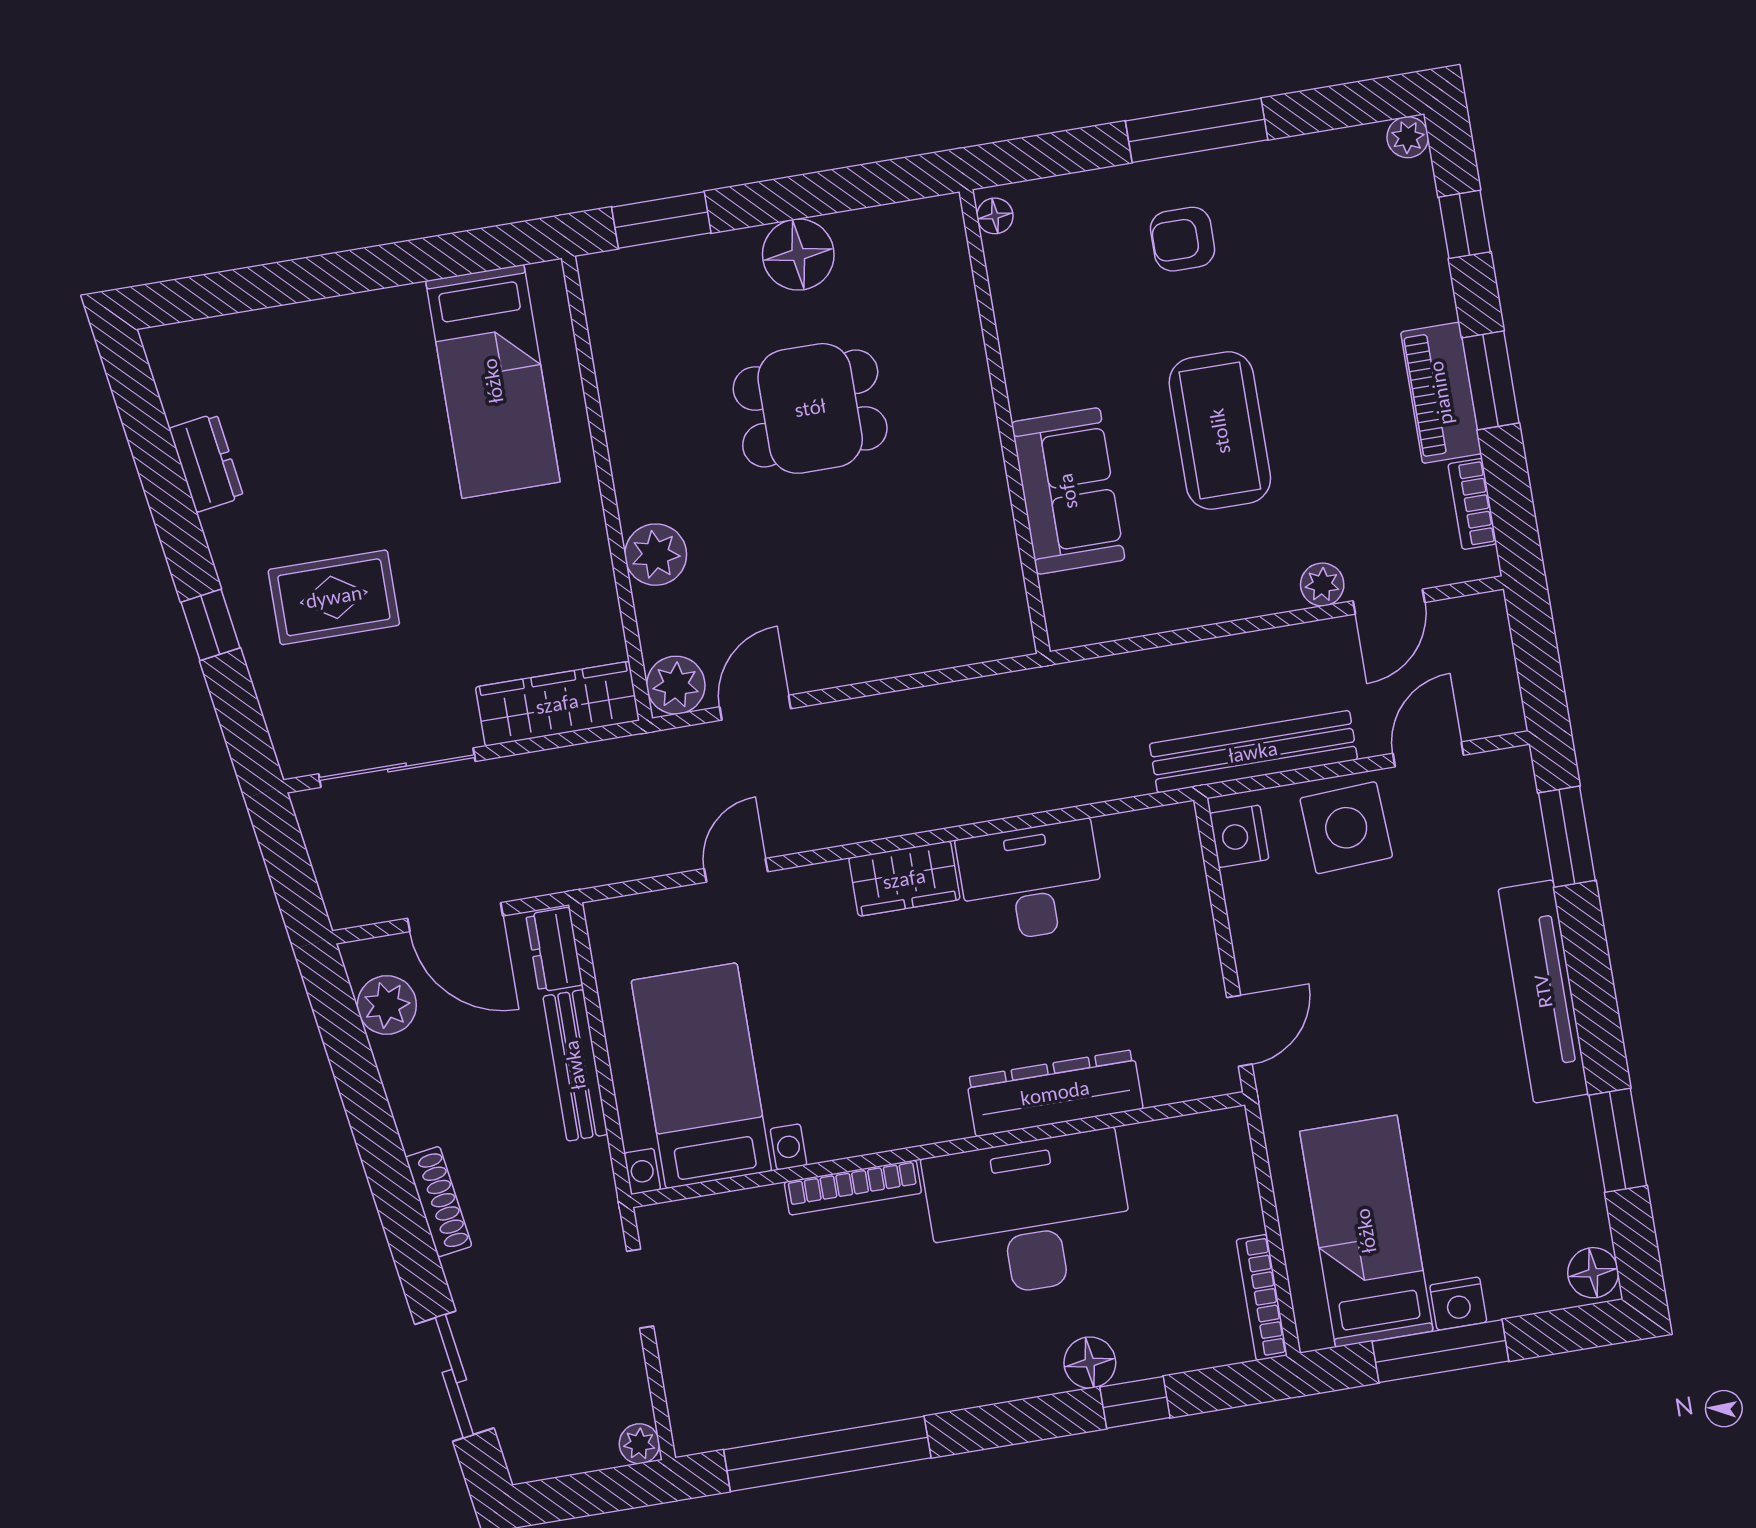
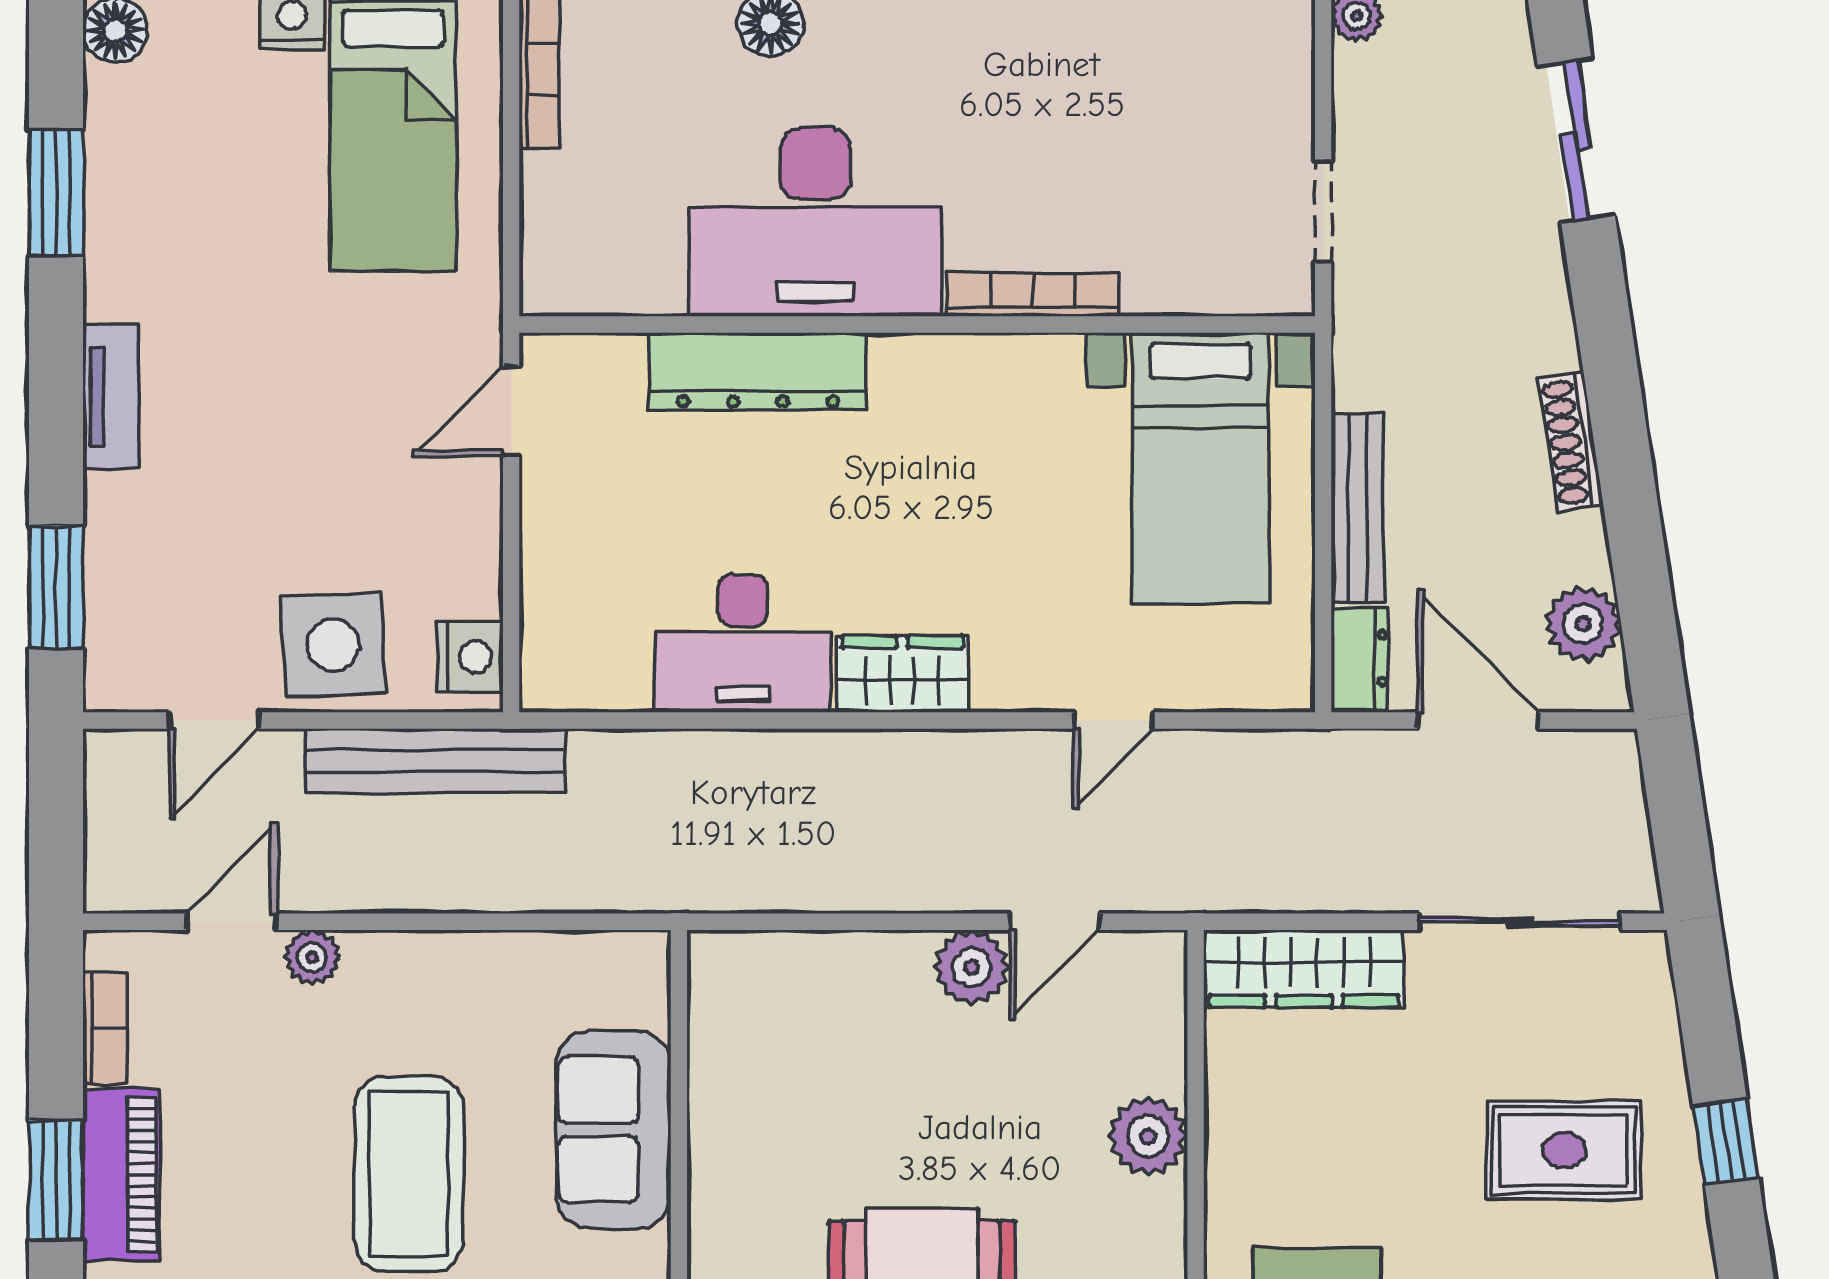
plant: (676, 685) -> (972, 967), moved
tv unit: (1543, 991) -> (111, 396), width x0.52, depth x0.78
shoe rack: (439, 1202) -> (1571, 442), moved

